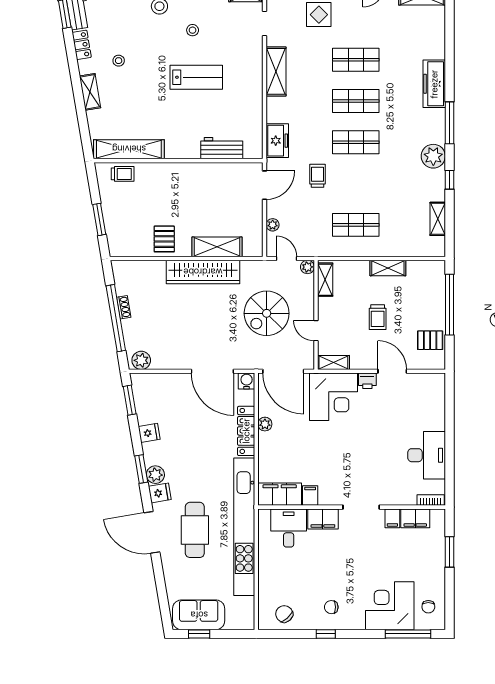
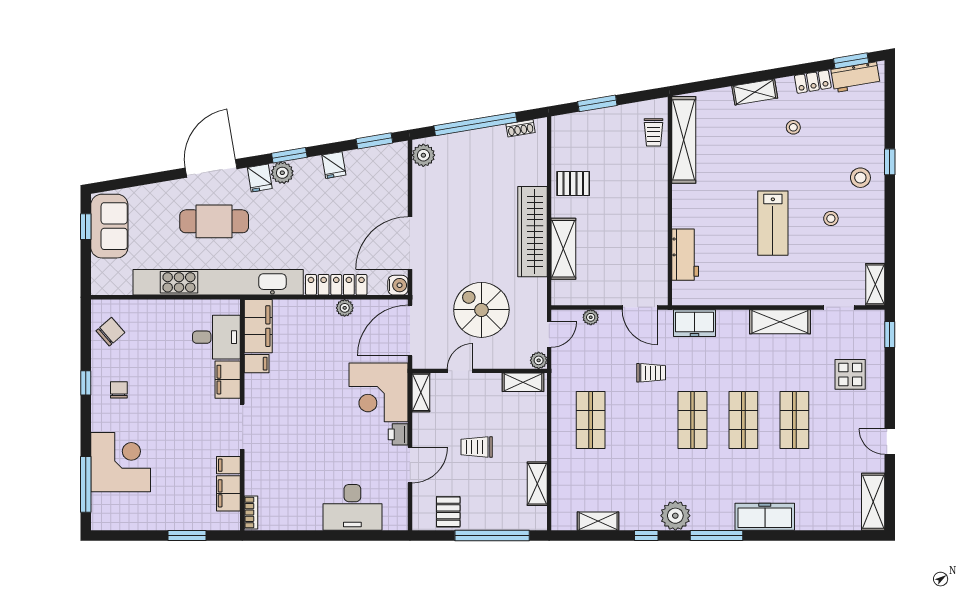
shelving: (388, 268) -> (537, 484), moved
shoe rack: (124, 307) -> (520, 128), moved
desk: (427, 455) -> (352, 507), moved
chair: (428, 607) -> (119, 510), removed

